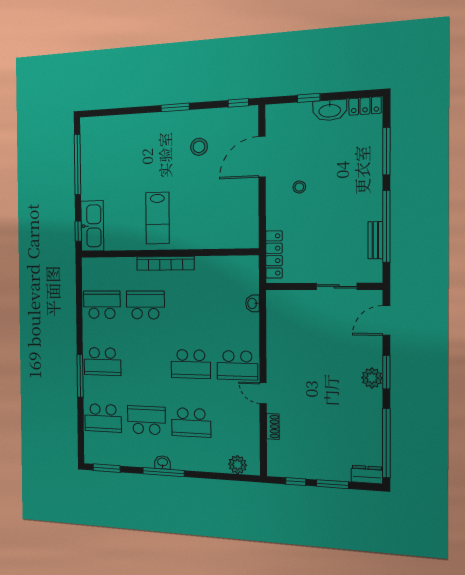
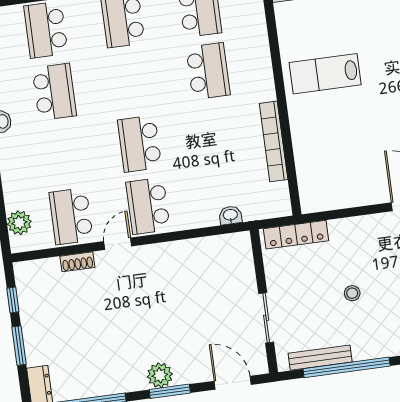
stool: (299, 187) -> (352, 293), moved
bench: (375, 240) -> (320, 358), width x1.36
bookcase: (165, 263) -> (274, 141), moved
school desk: (191, 422) -> (71, 216), moved

